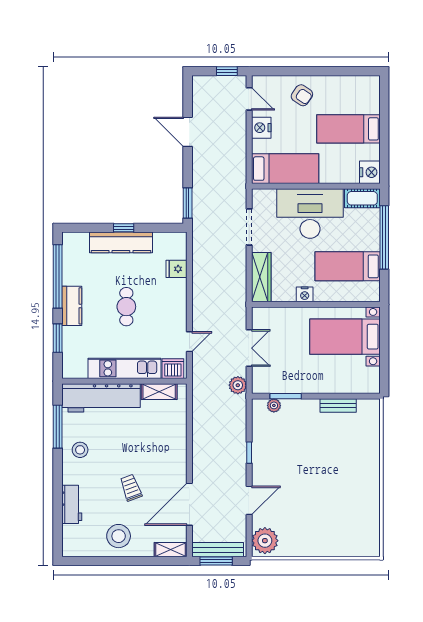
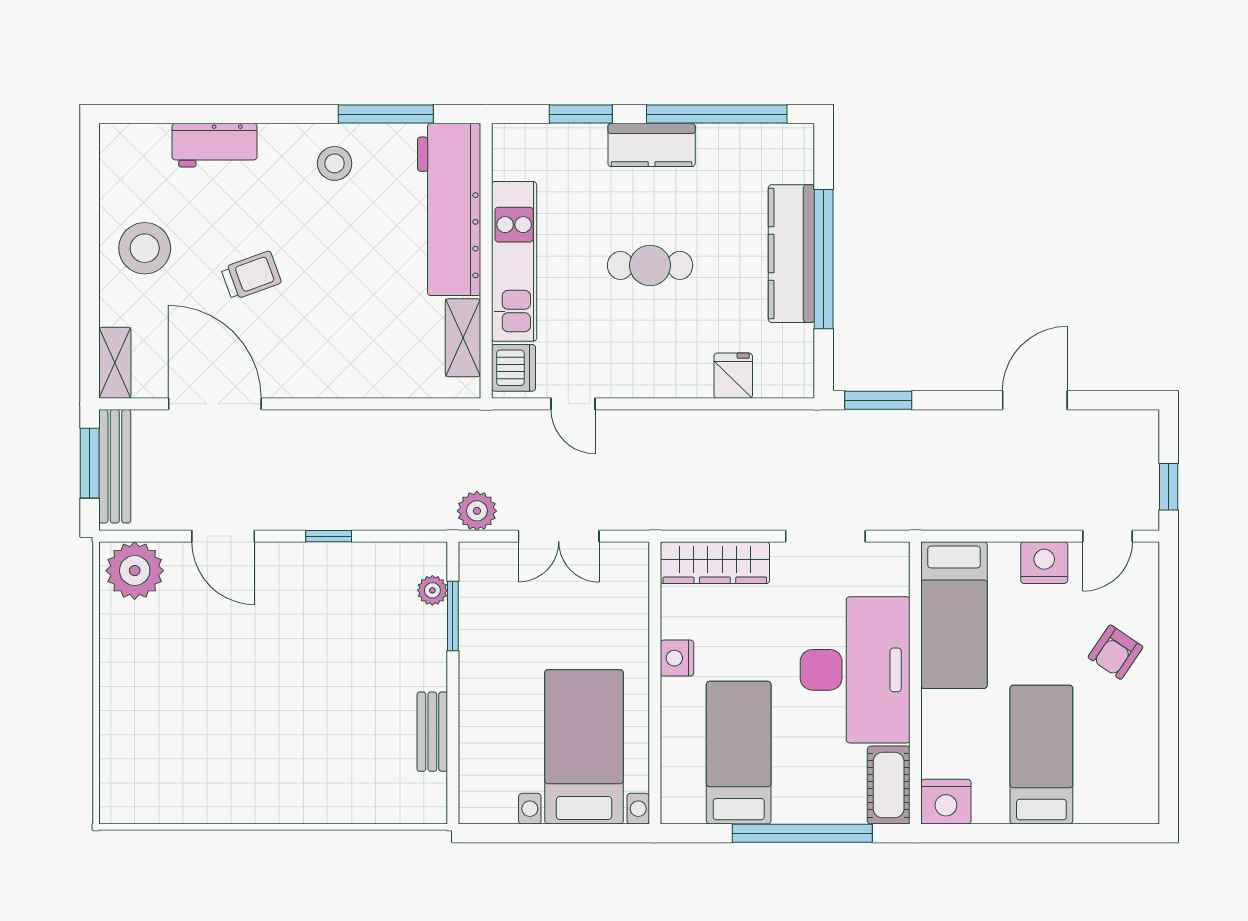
window: (124, 228) -> (824, 259), width x3.17

